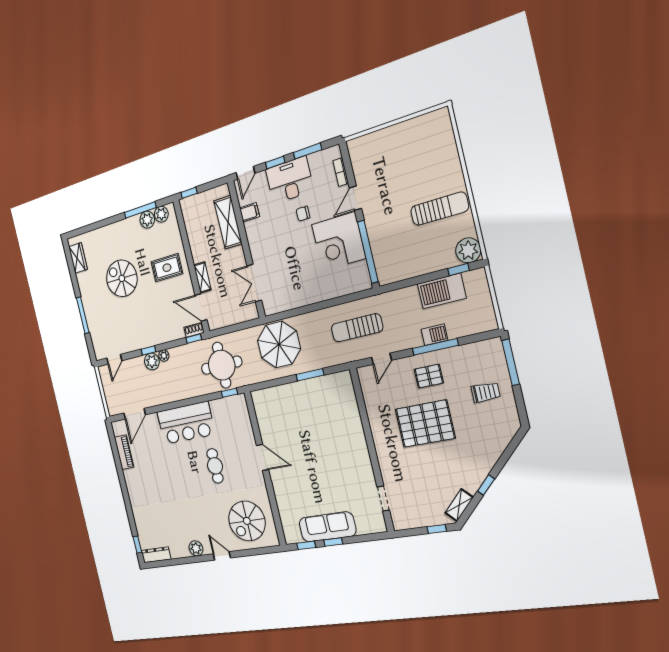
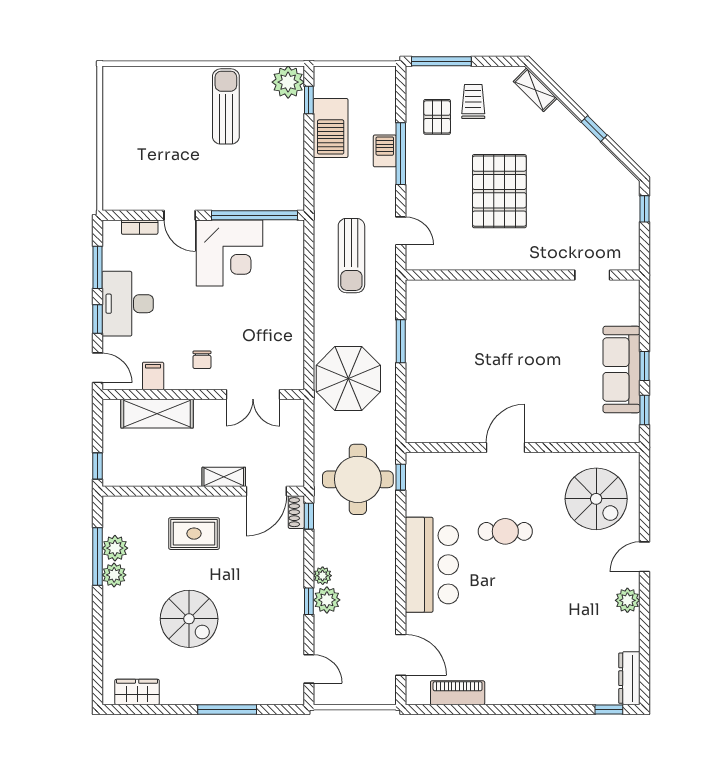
plant: (161, 214) -> (114, 575), moved
chair: (303, 214) -> (202, 360), moved
rug: (167, 268) -> (194, 534), turned 90
spiral stairs: (122, 278) -> (189, 619), turned -90
pallet: (429, 376) -> (437, 117), moved
shelving: (459, 505) -> (535, 90), moved

